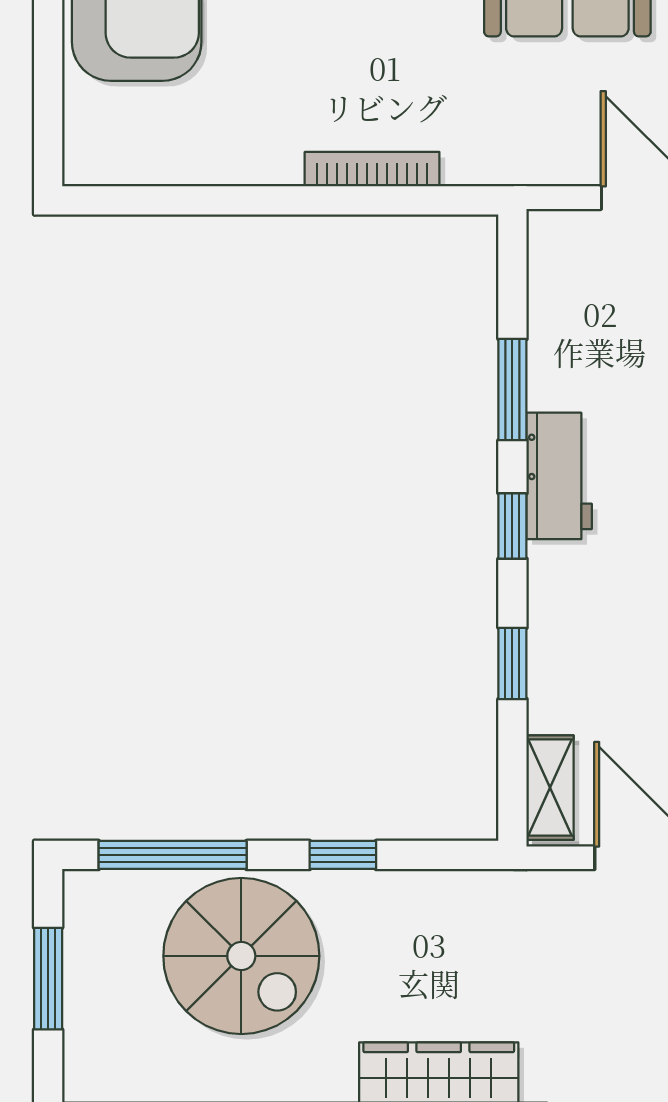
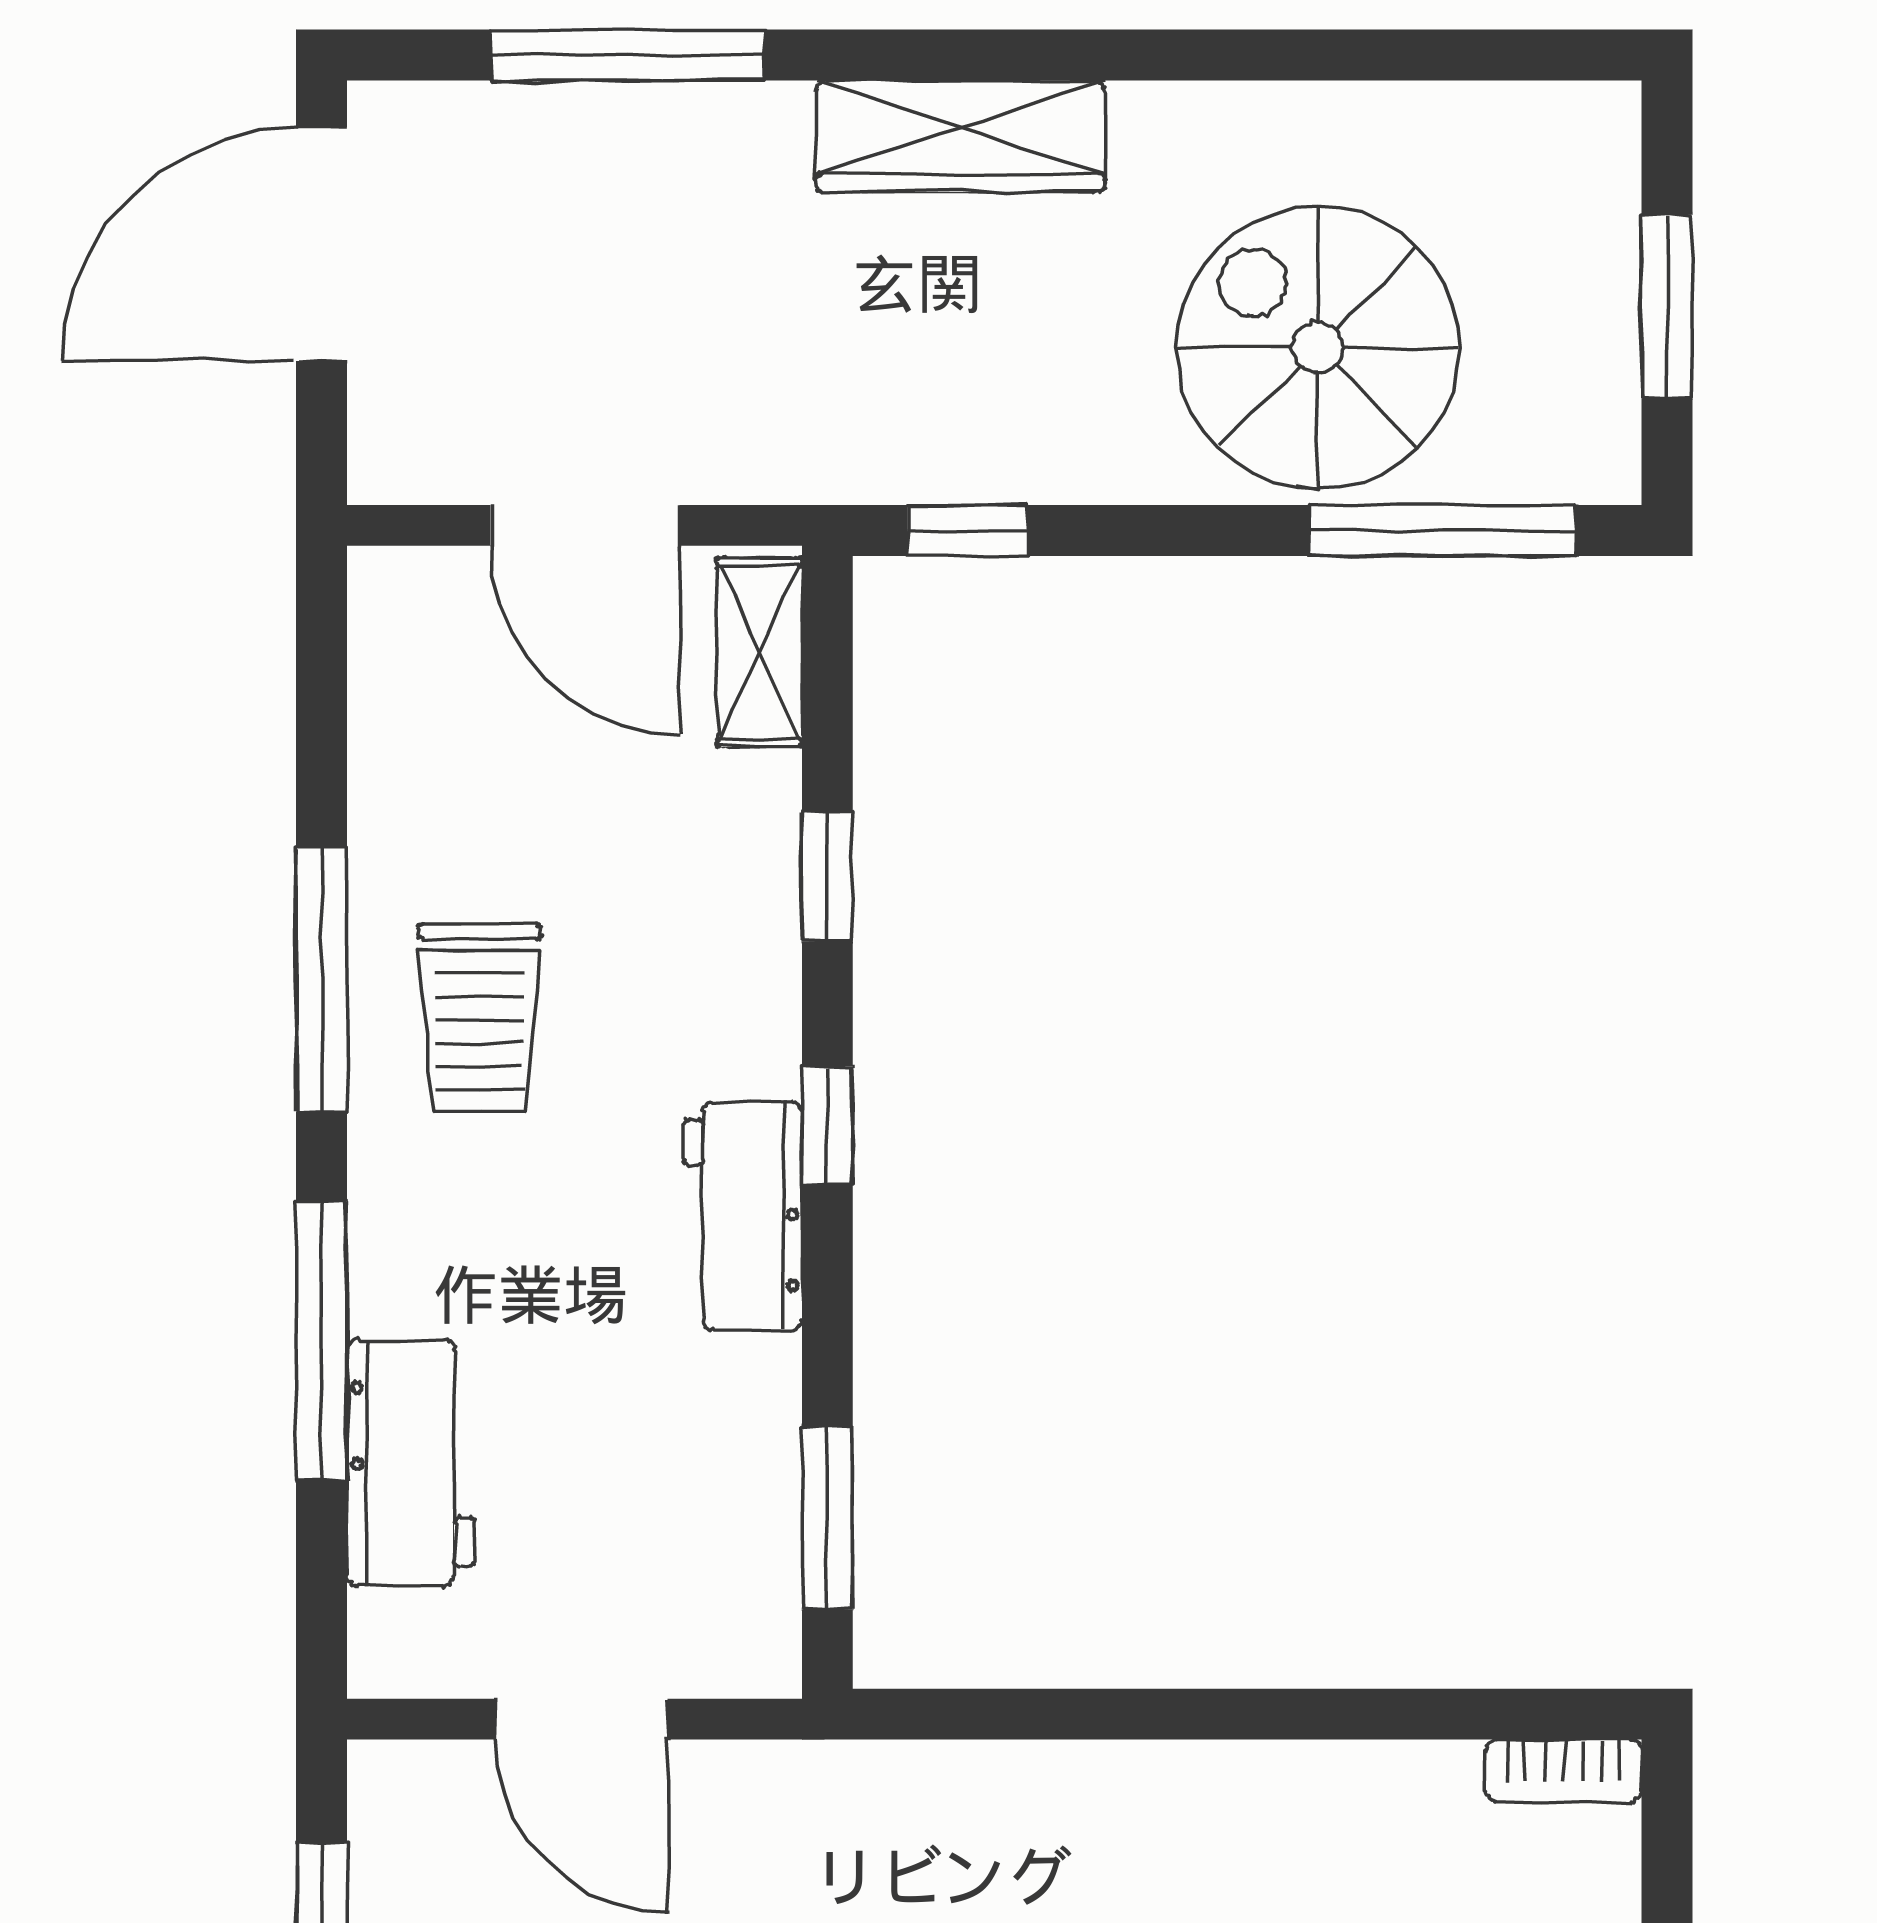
bookcase: (372, 169) -> (1564, 1771), moved, width x0.64
window: (512, 390) -> (827, 1518), moved
window: (343, 855) -> (968, 530), moved

